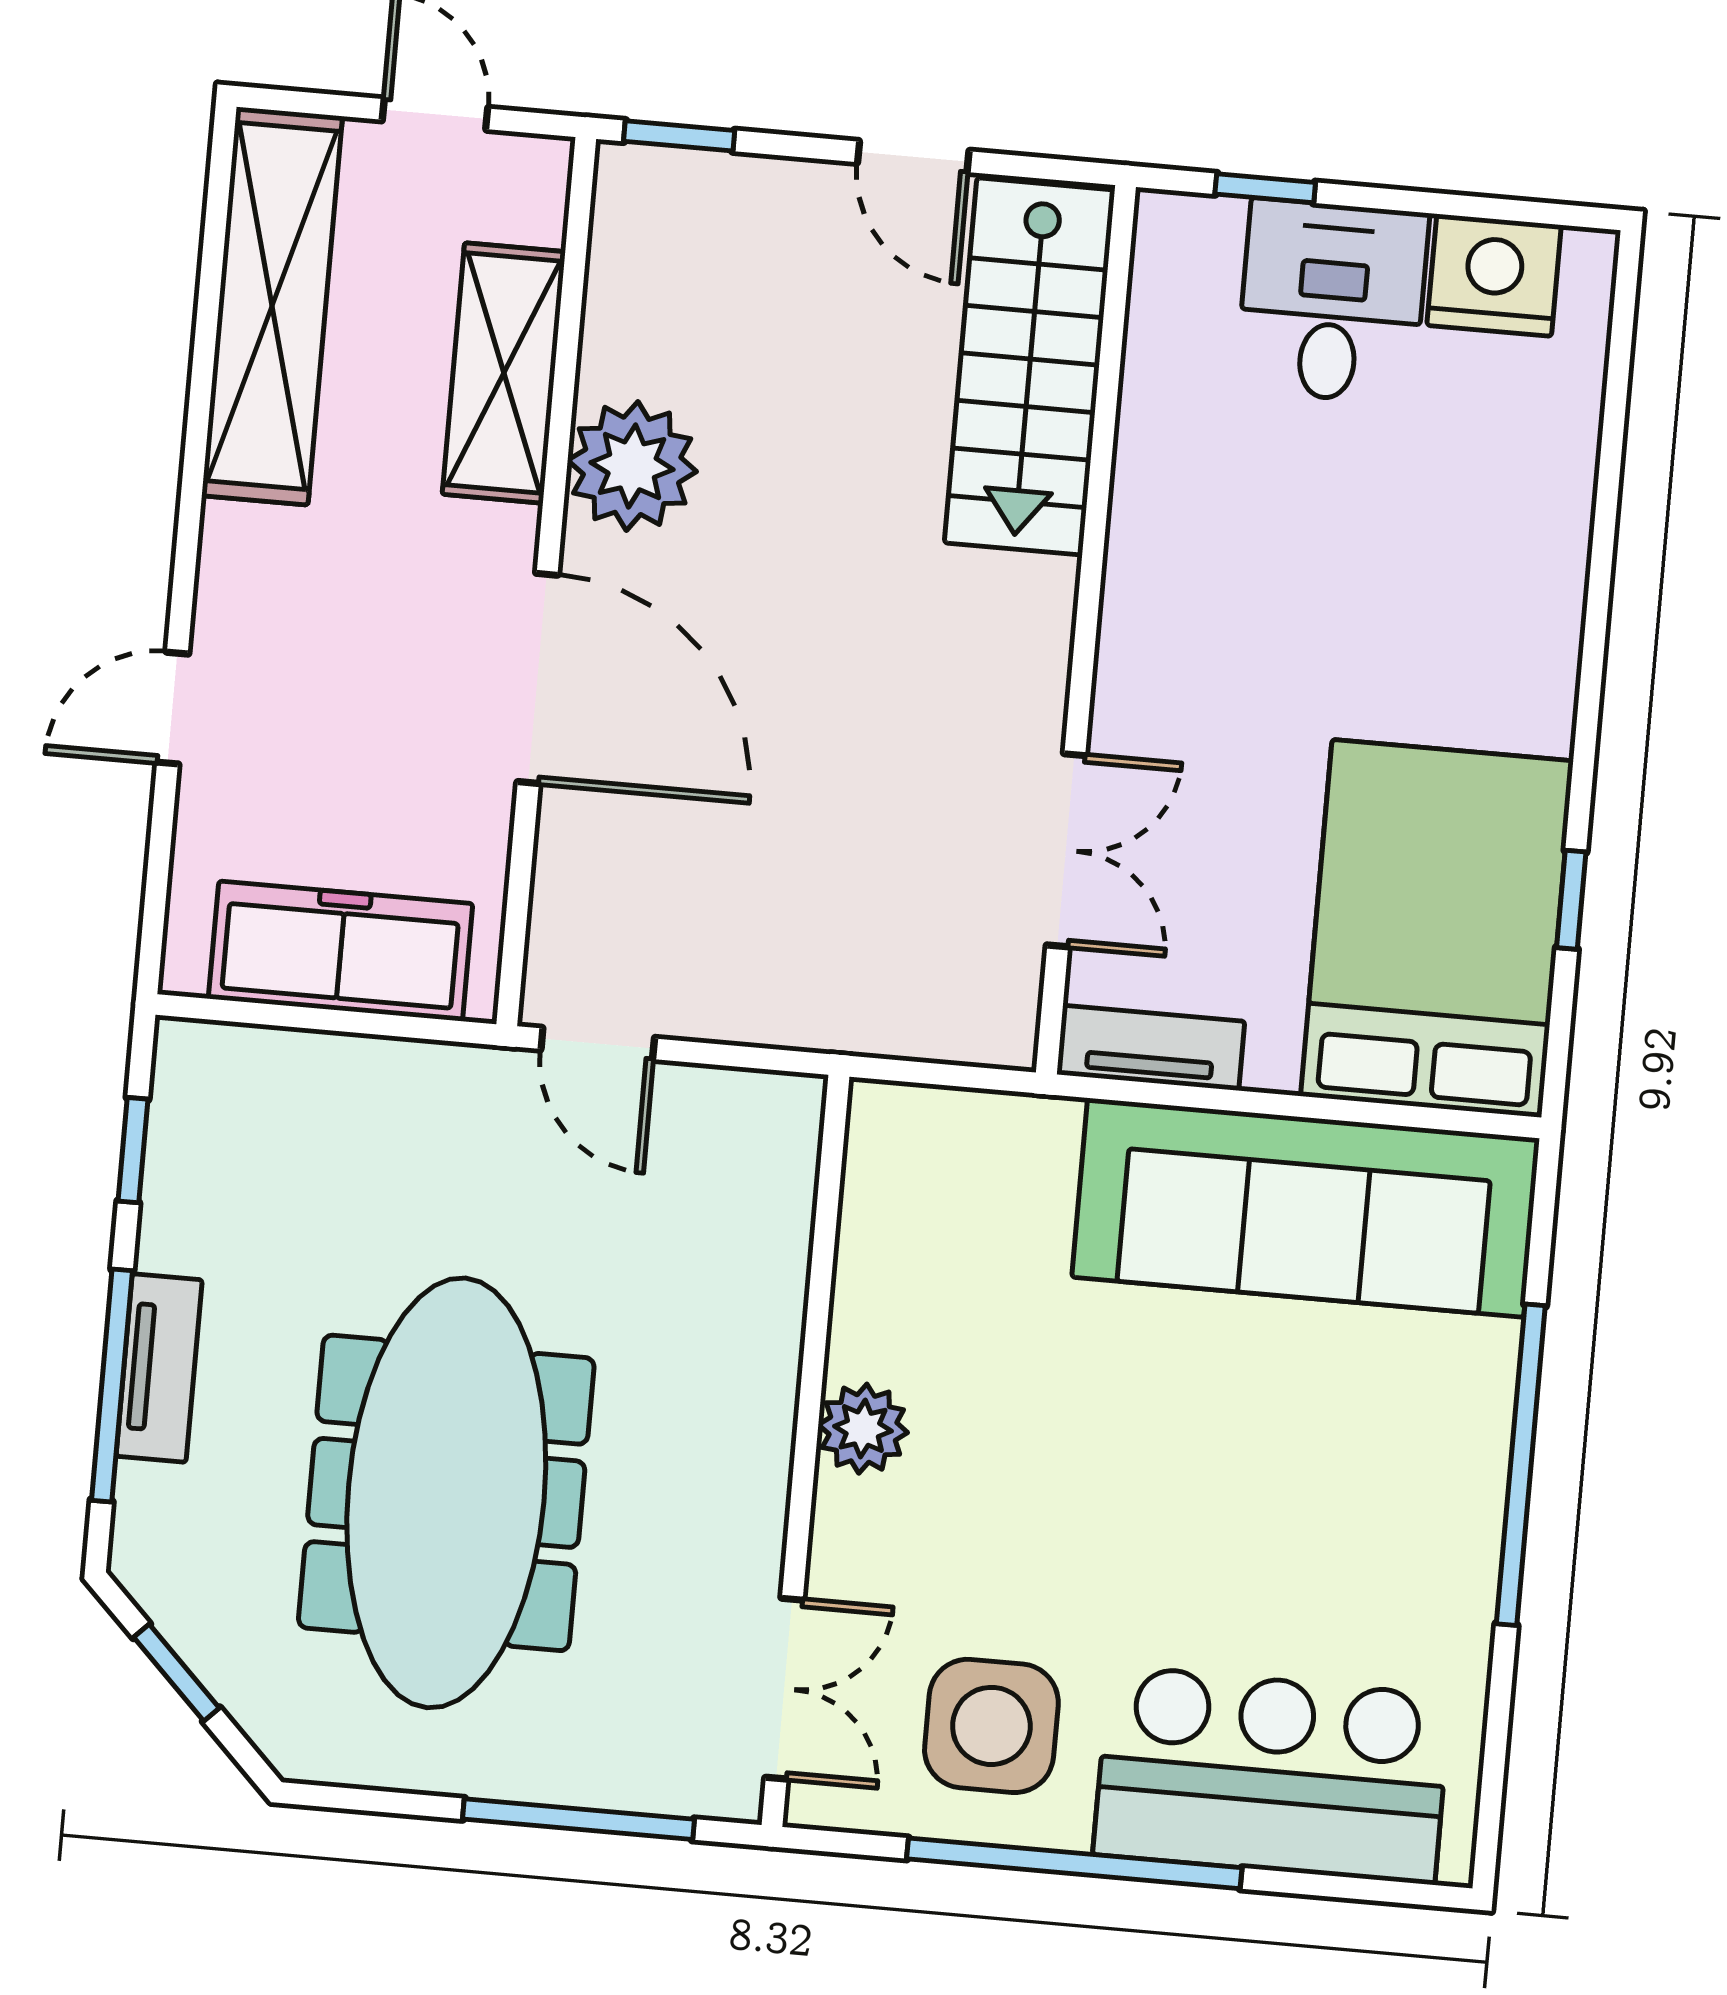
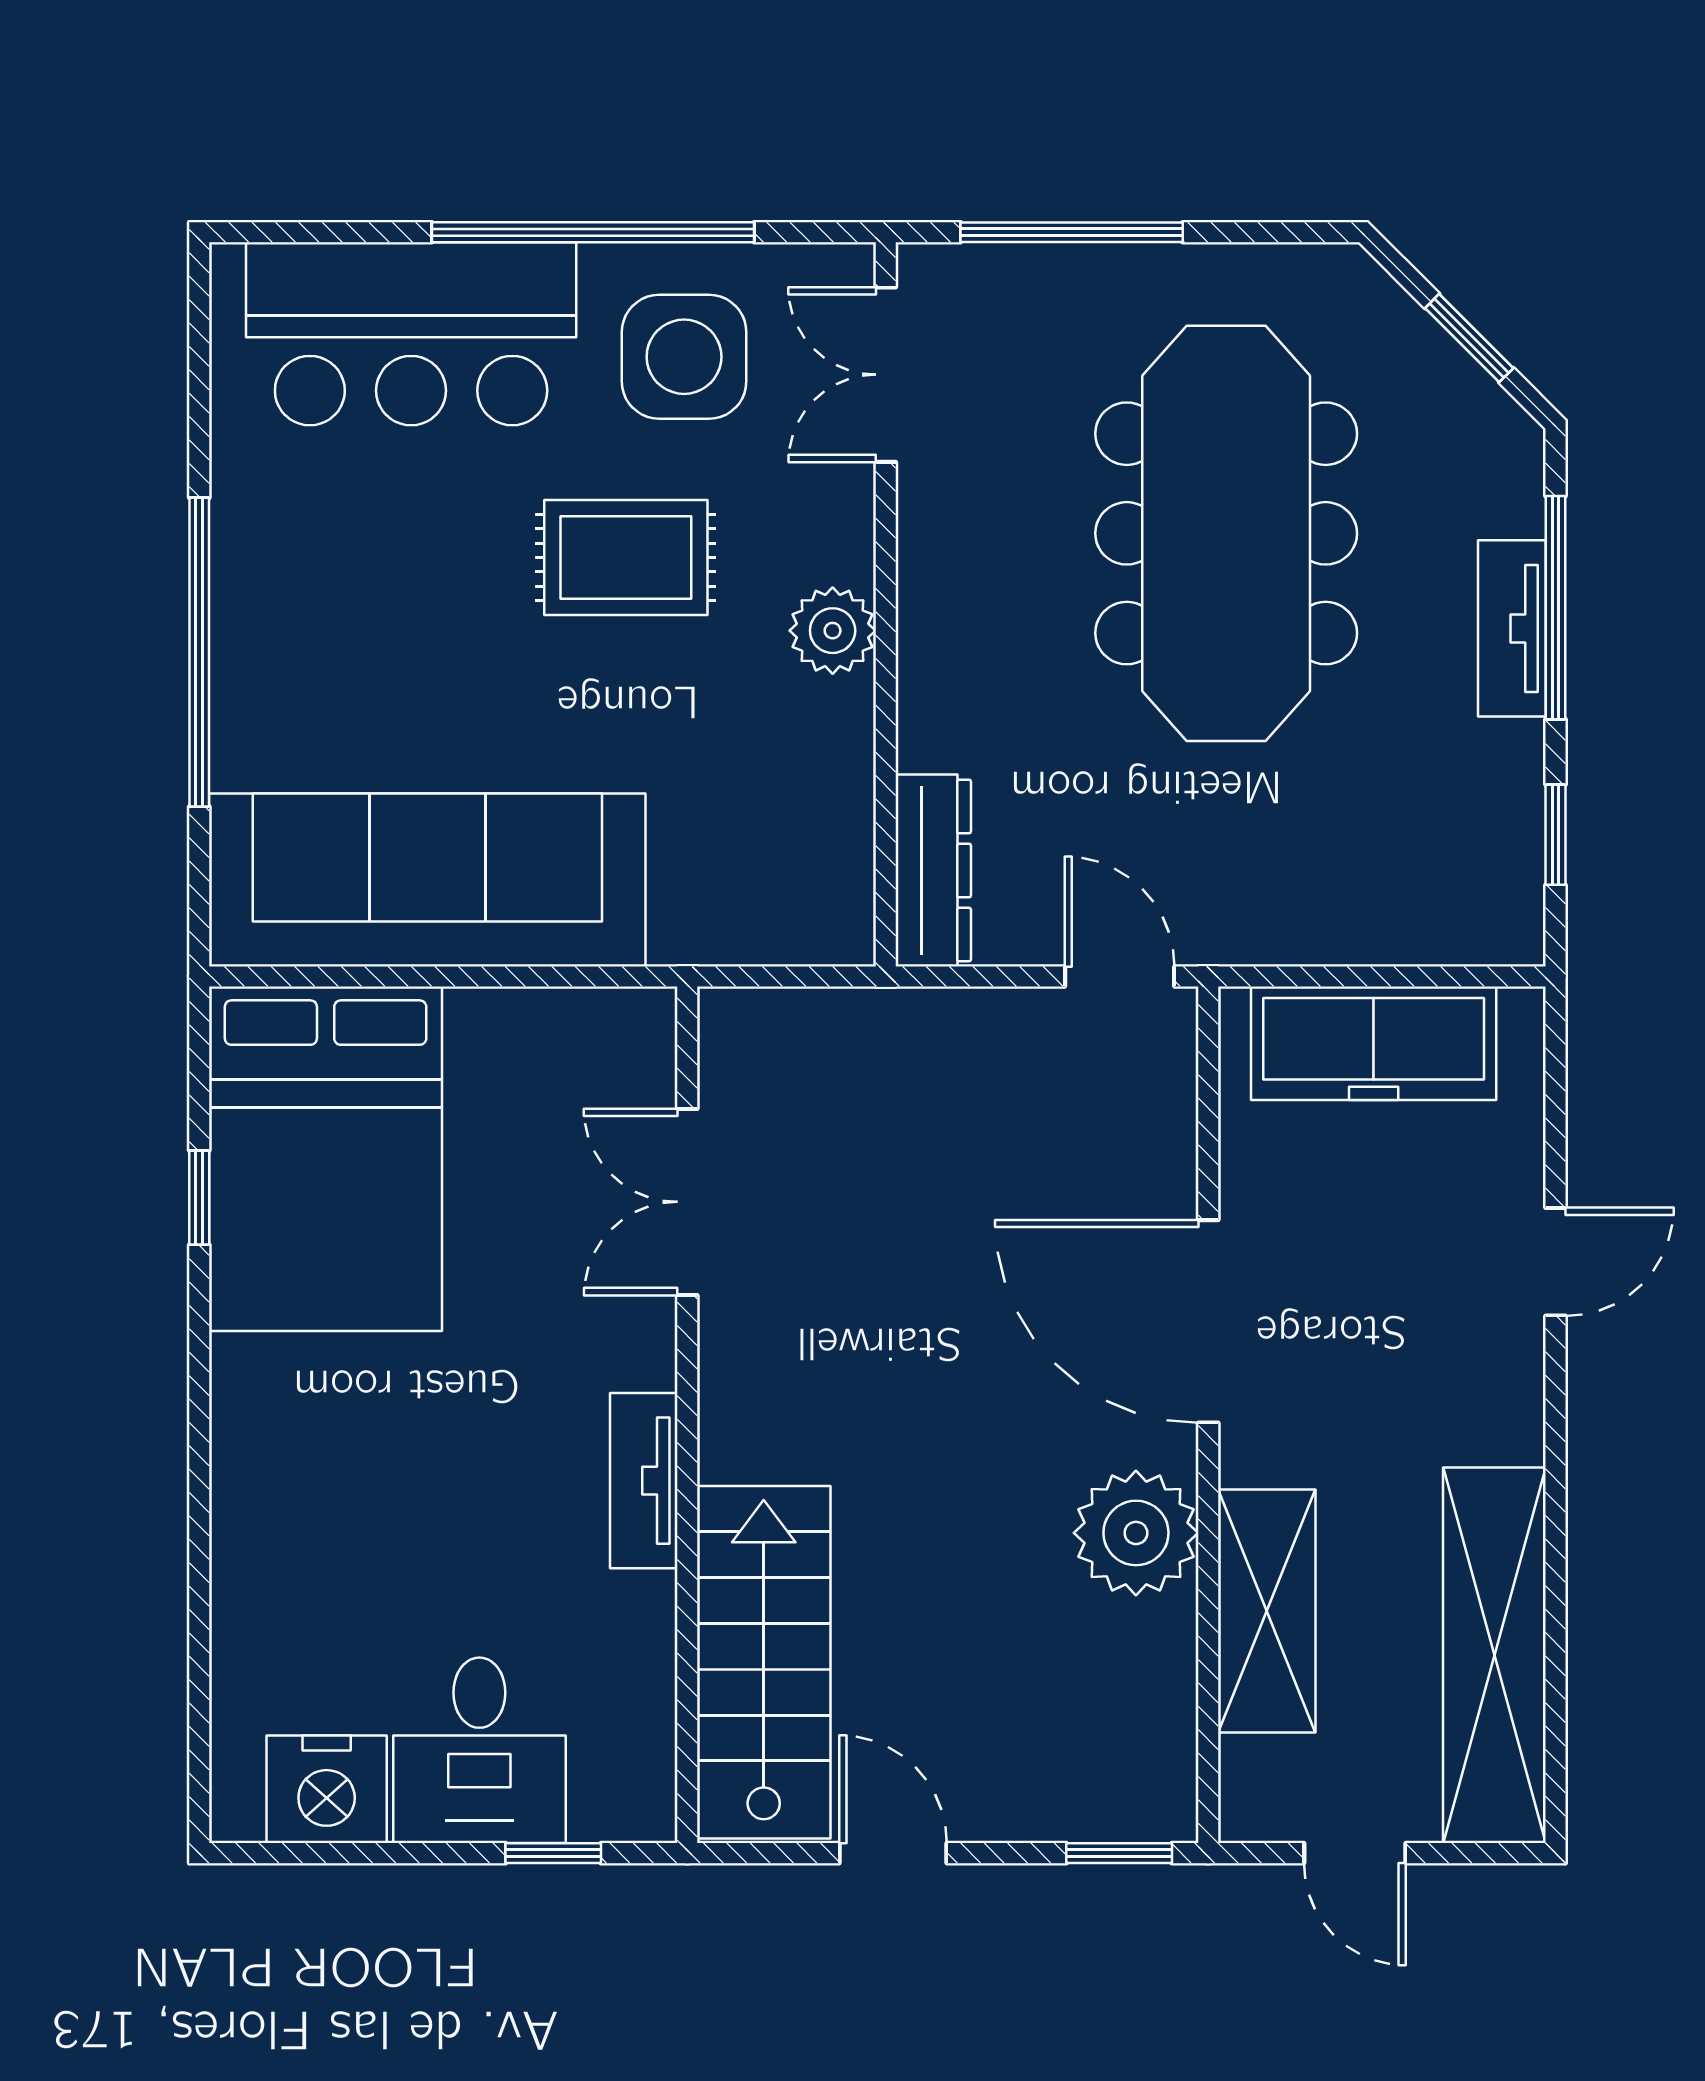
tv unit: (1151, 1048) -> (644, 1481), moved, turned 90
dresser: (781, 1171) -> (933, 871), added
rug: (1070, 1523) -> (626, 558), added

